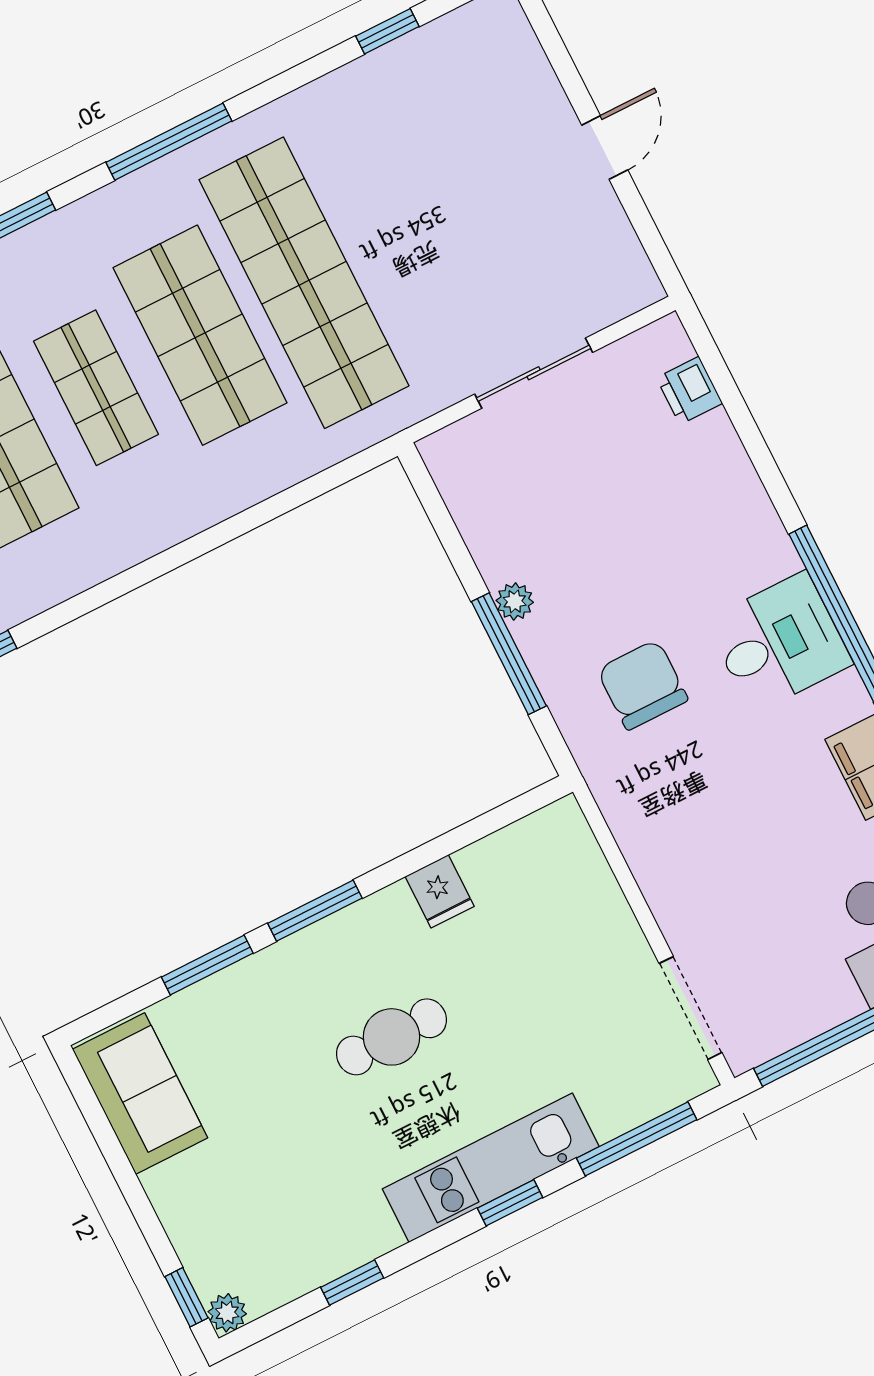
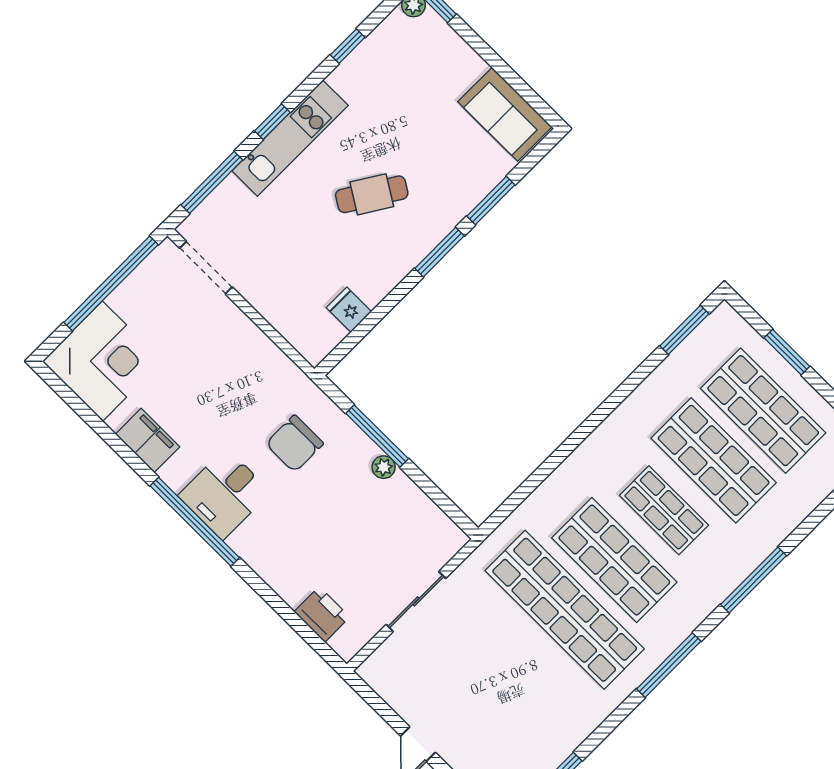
printer: (689, 391) -> (322, 614), width x1.36, depth x1.24
chair: (643, 685) -> (295, 444), turned 90
fridge: (440, 891) -> (349, 310), moved
cafe table: (391, 1037) -> (372, 194), turned 32

